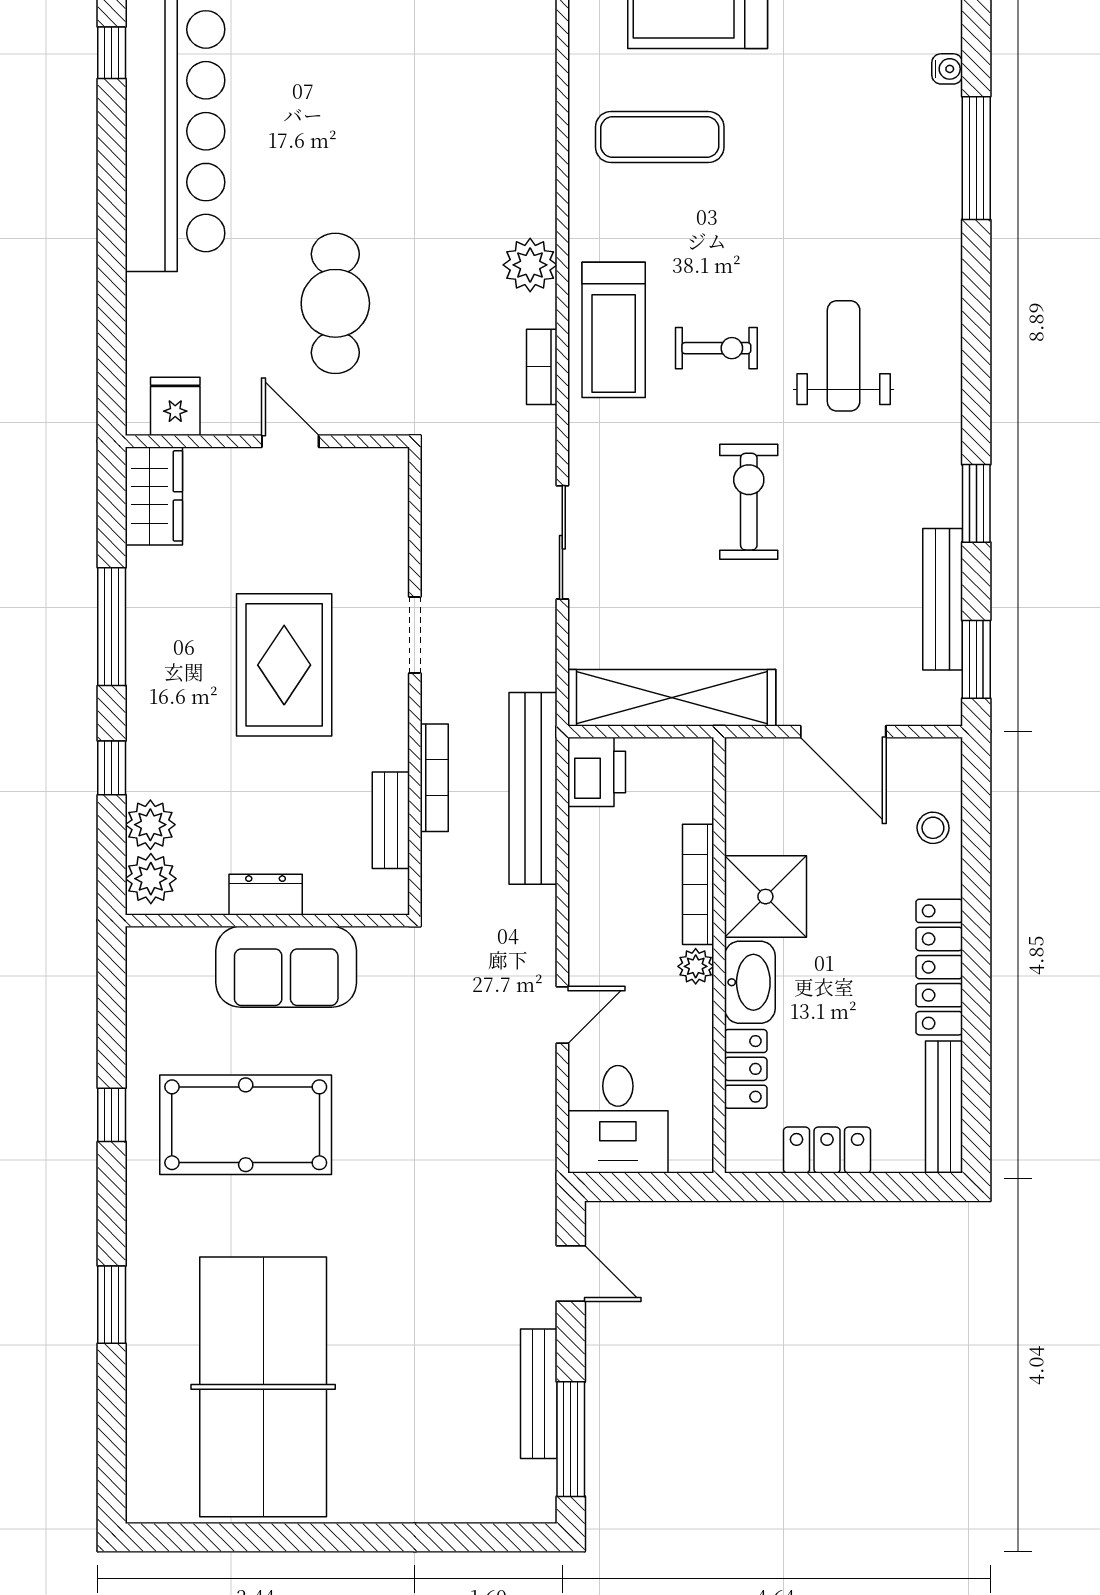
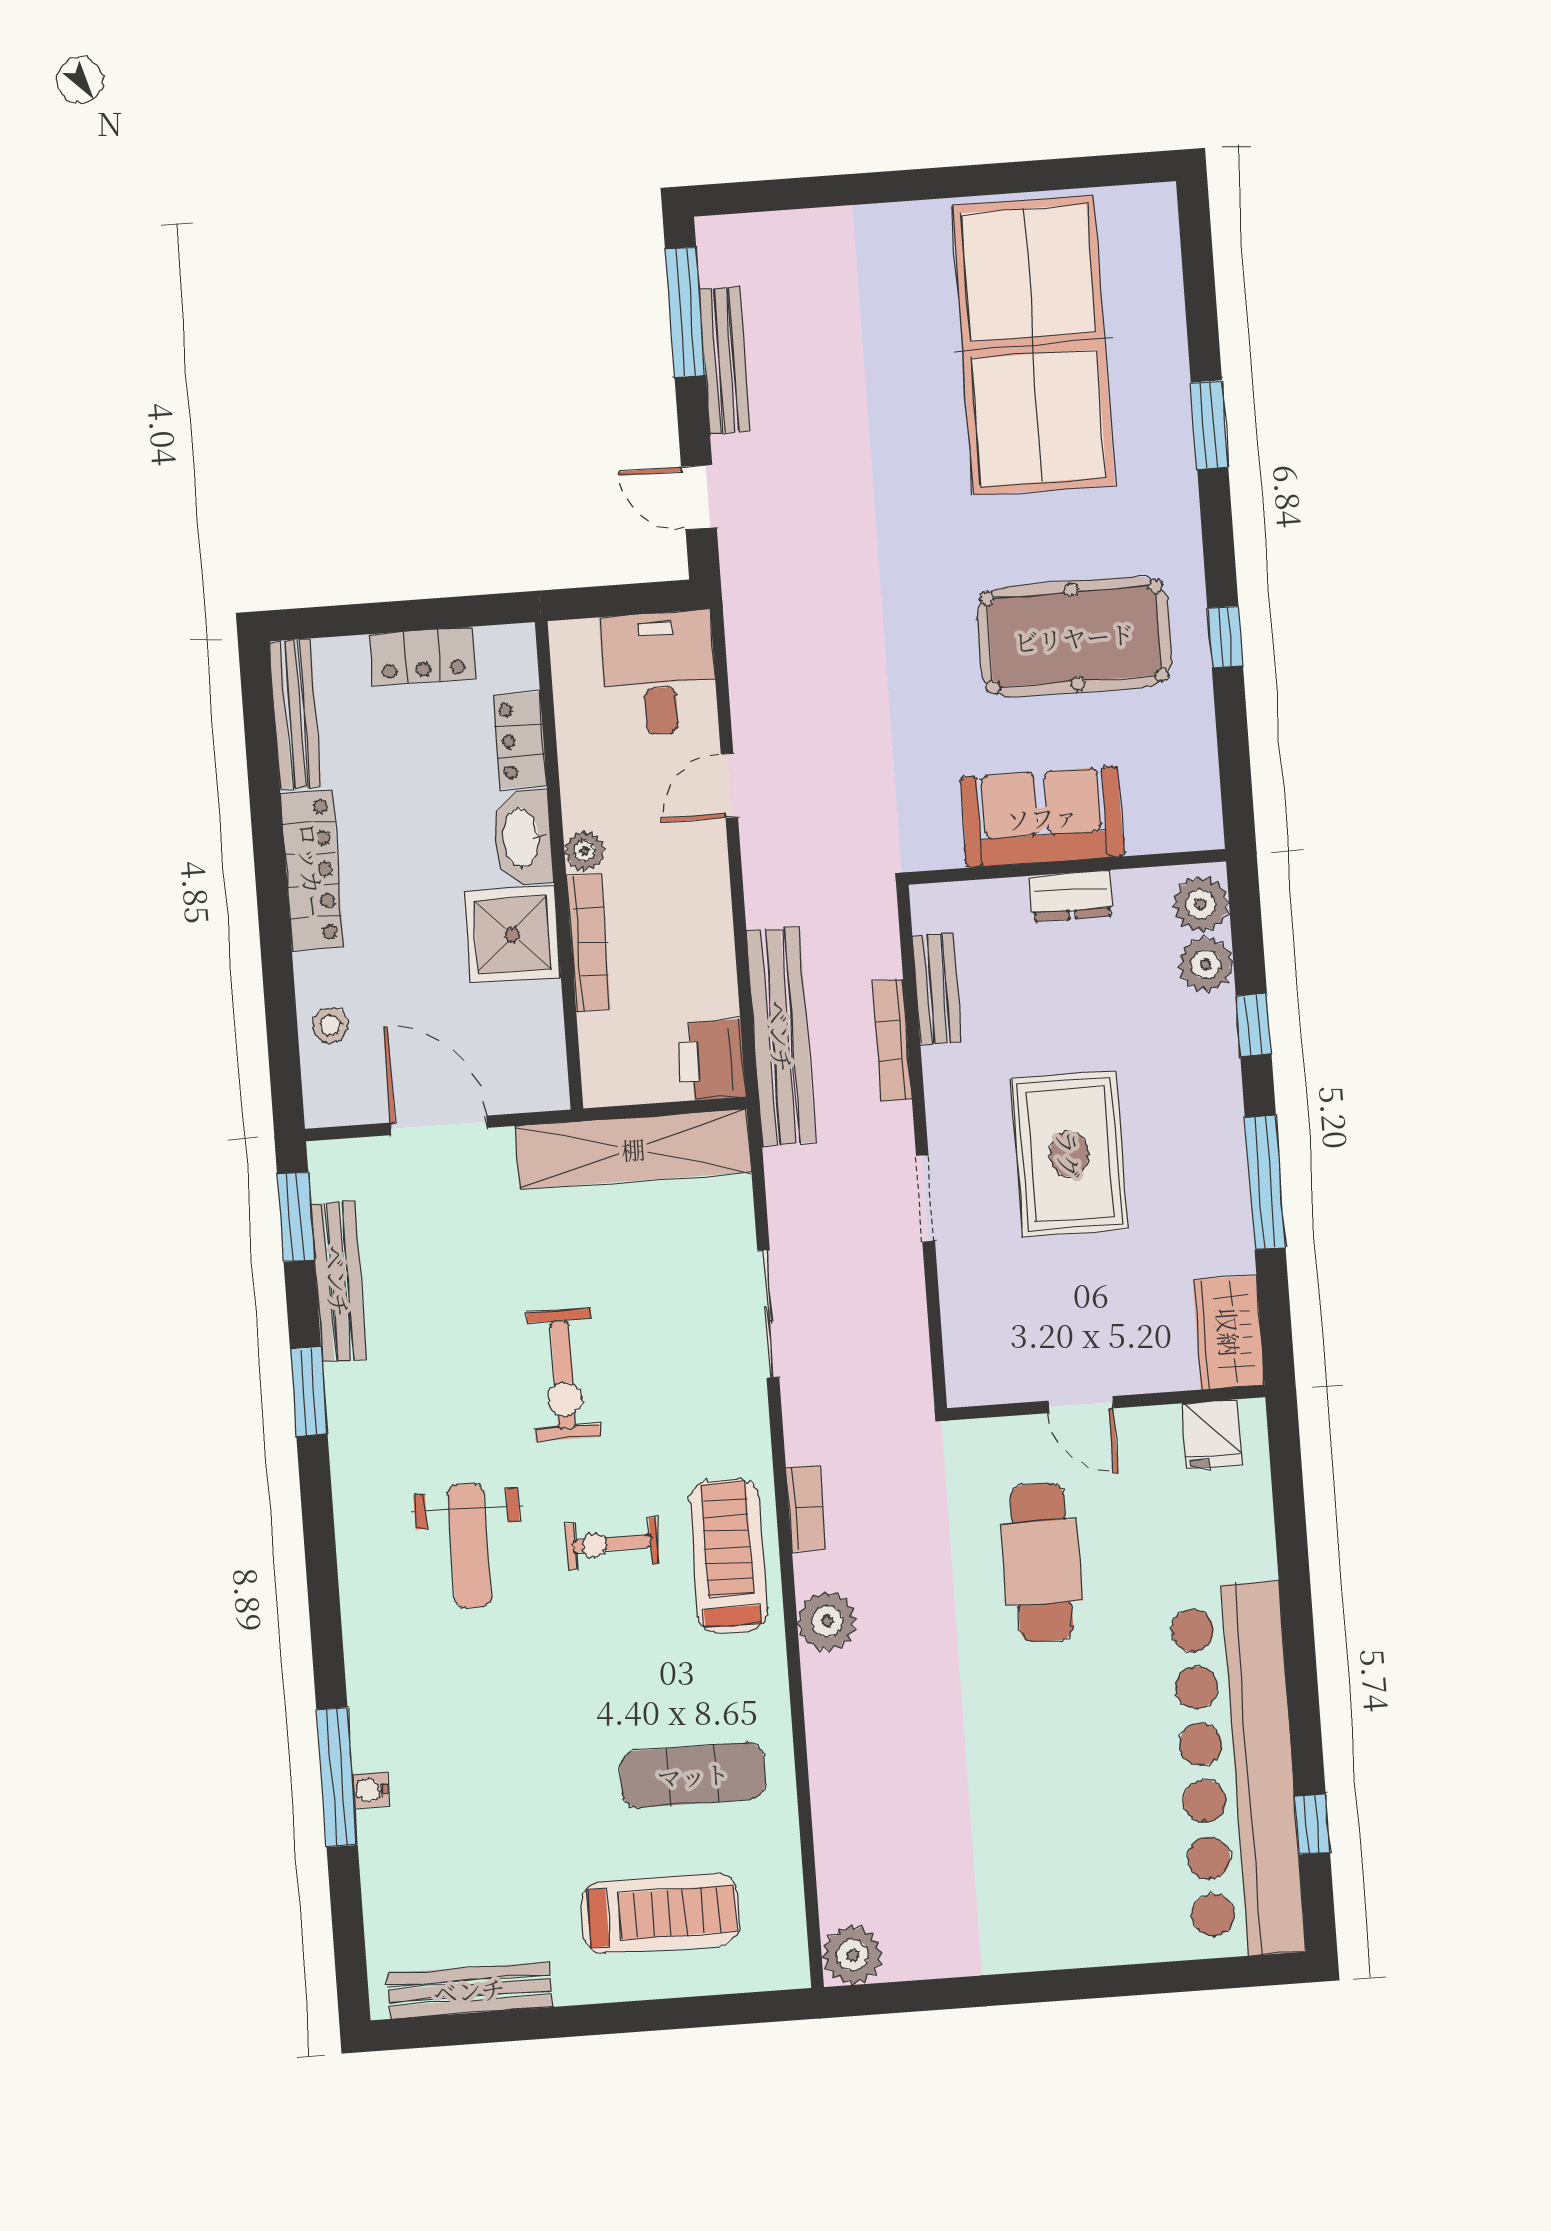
water cooler: (947, 69) -> (371, 1790), moved

